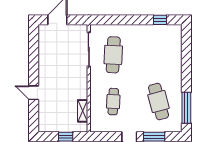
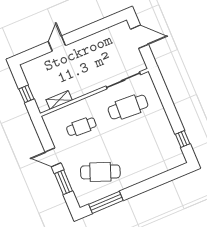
cafe table: (159, 102) -> (100, 172), turned 36

